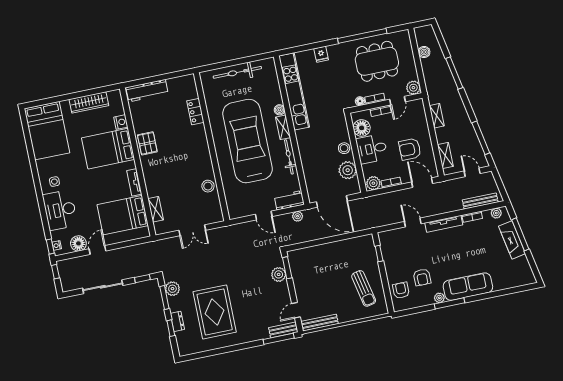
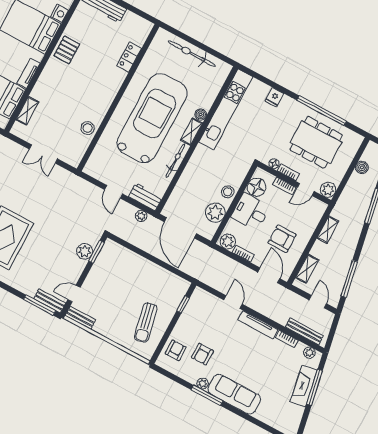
bench: (320, 323) -> (80, 318), width x0.73

